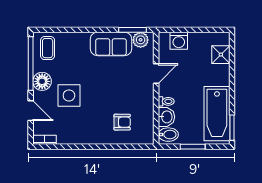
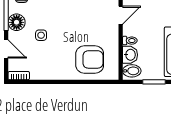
side table: (69, 95) -> (41, 35), width x0.54, depth x0.54
armchair: (122, 122) -> (90, 59), width x1.88, depth x1.88

